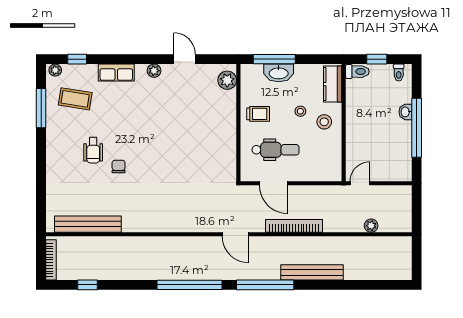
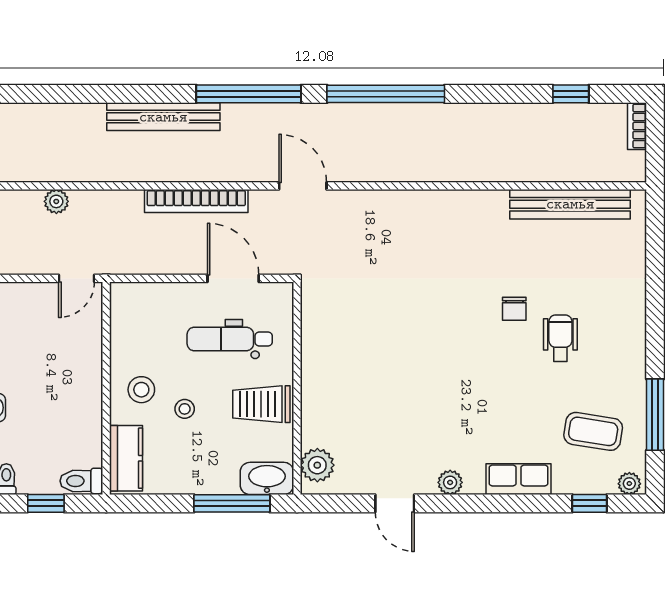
washbasin: (279, 73) -> (267, 478), moved
trolley: (258, 114) -> (261, 404), width x1.36, depth x1.39
bookcase: (51, 260) -> (637, 126), width x0.64

